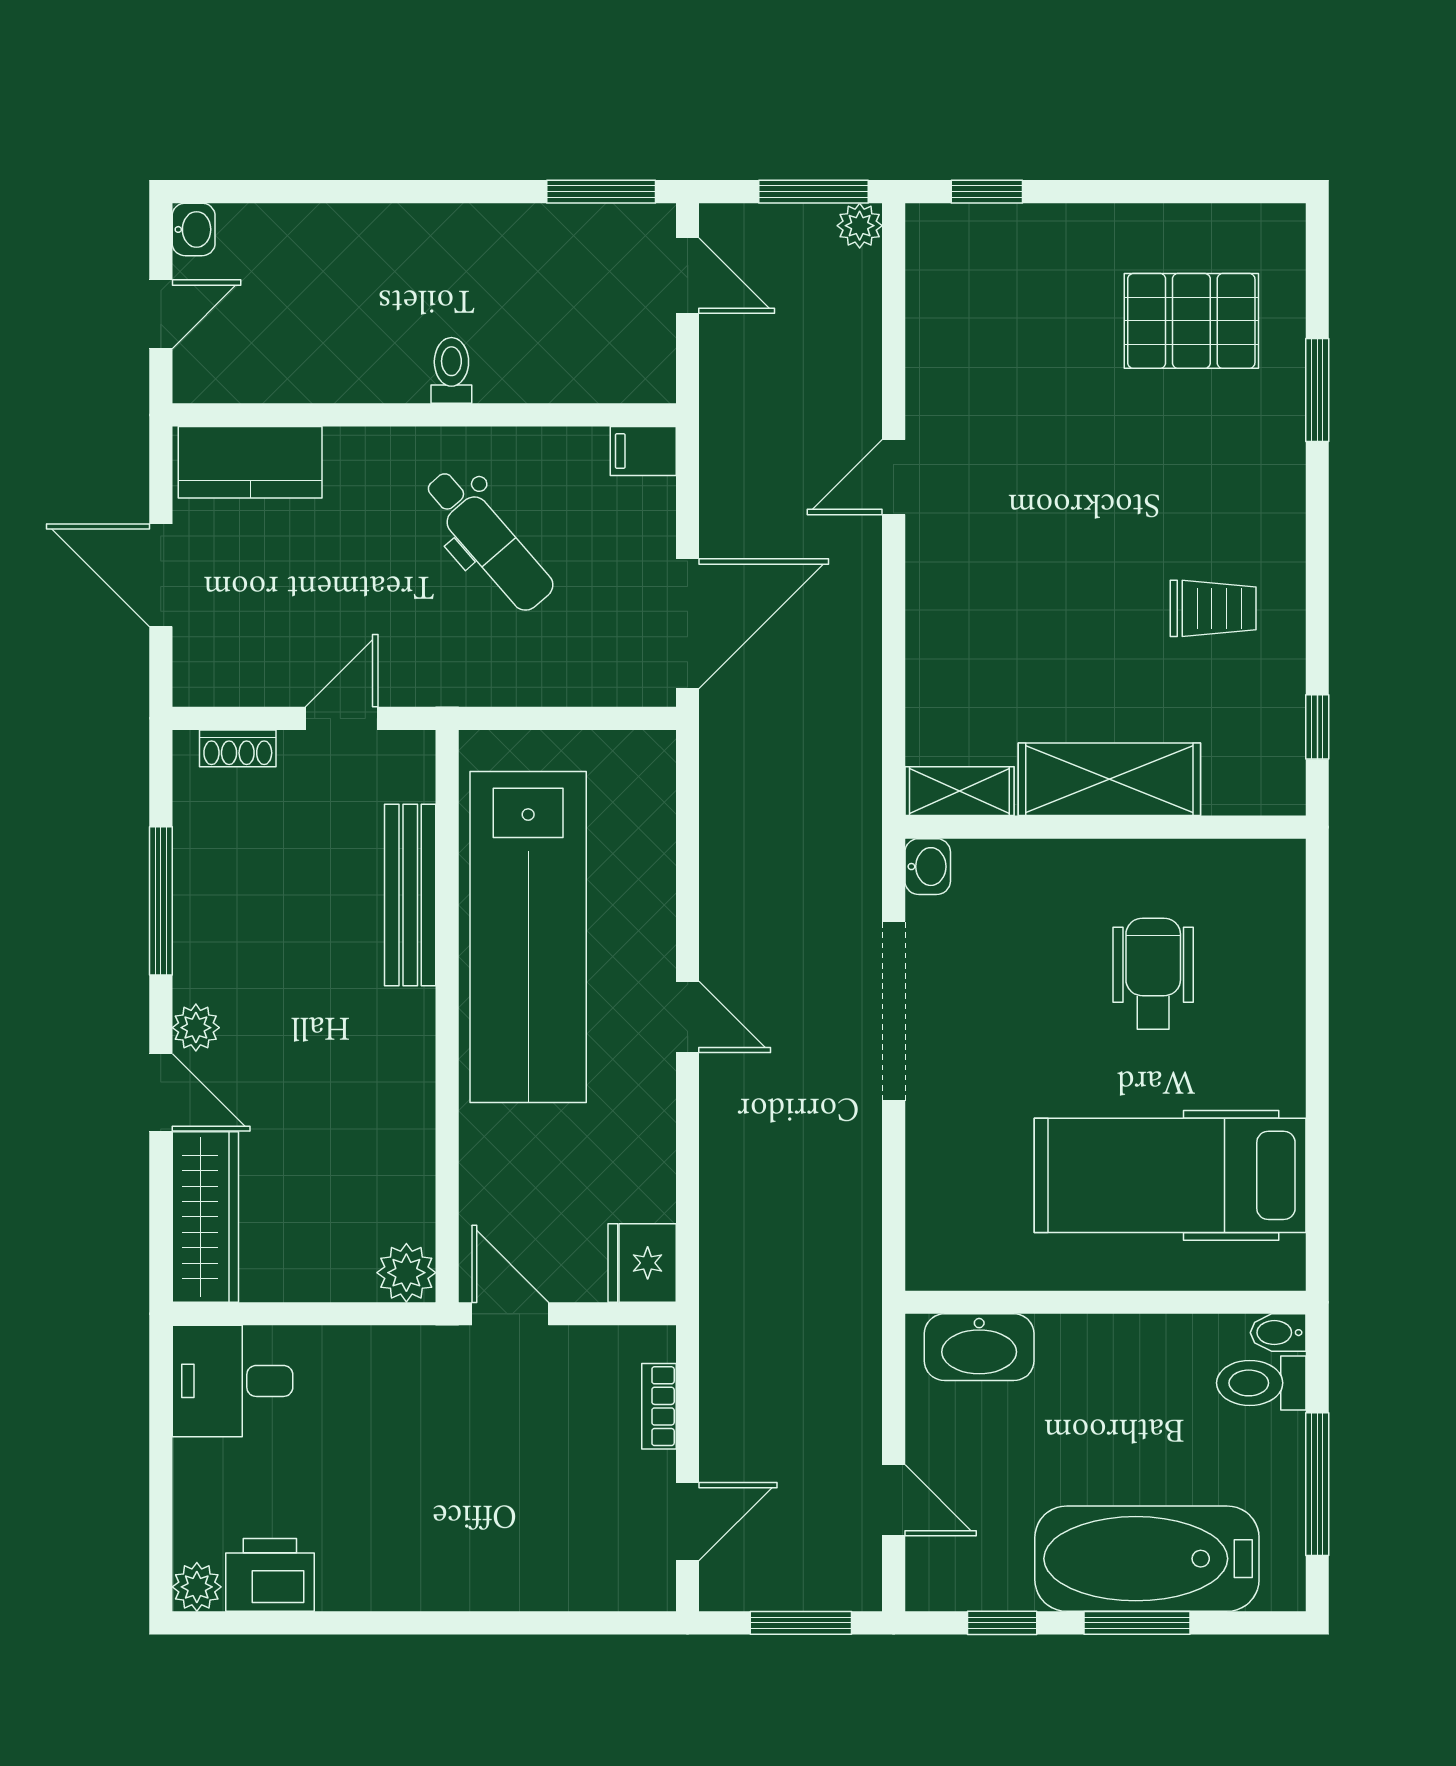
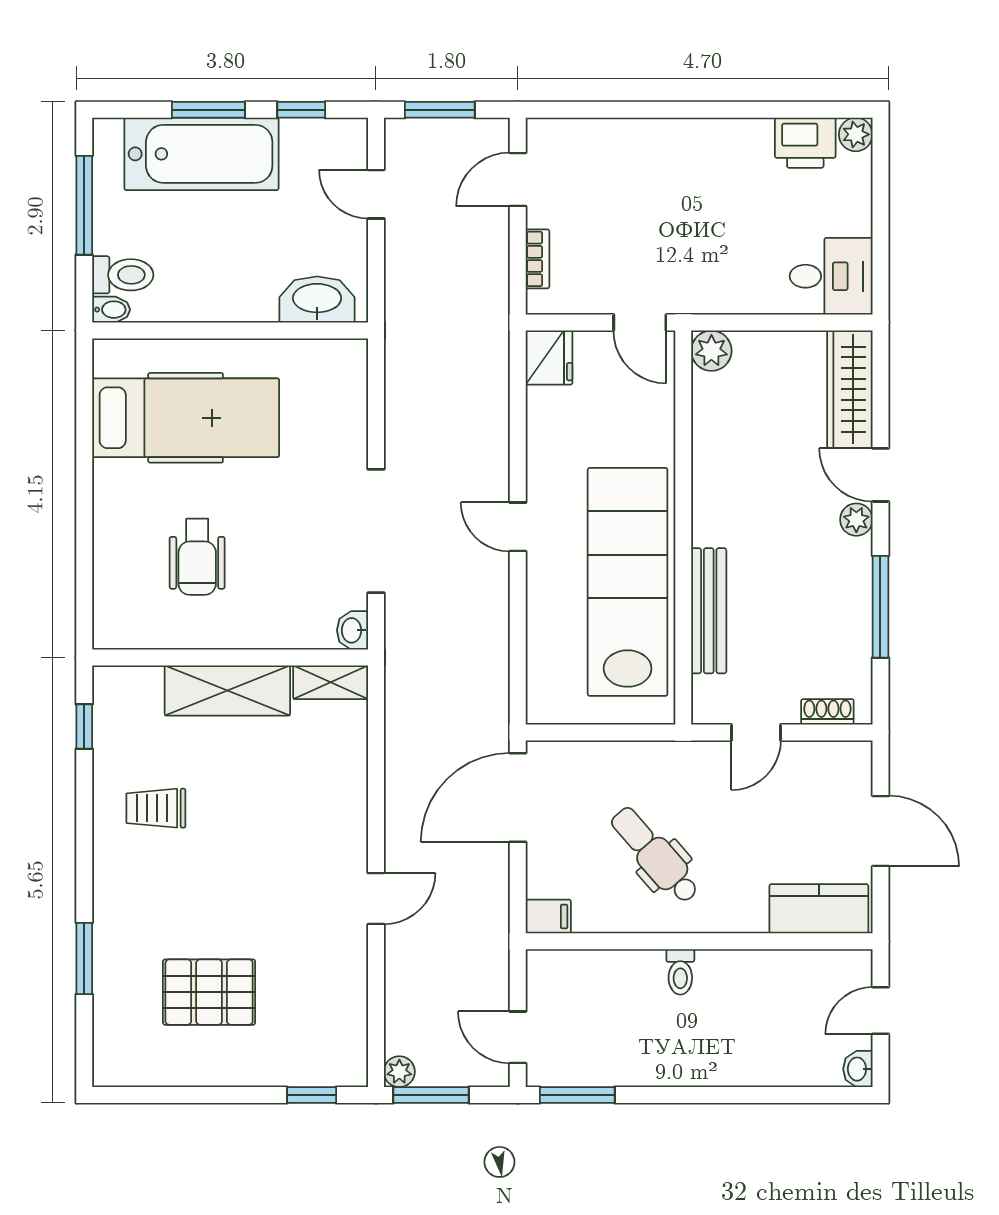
pallet: (1191, 321) -> (209, 992), moved

